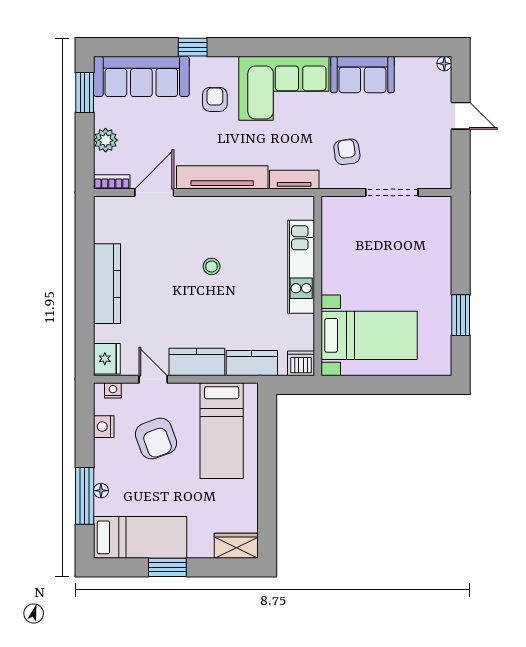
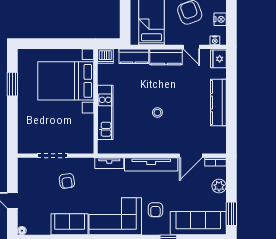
armchair: (347, 152) -> (67, 181), moved
bed with nightstands: (369, 335) -> (66, 81), width x1.36

